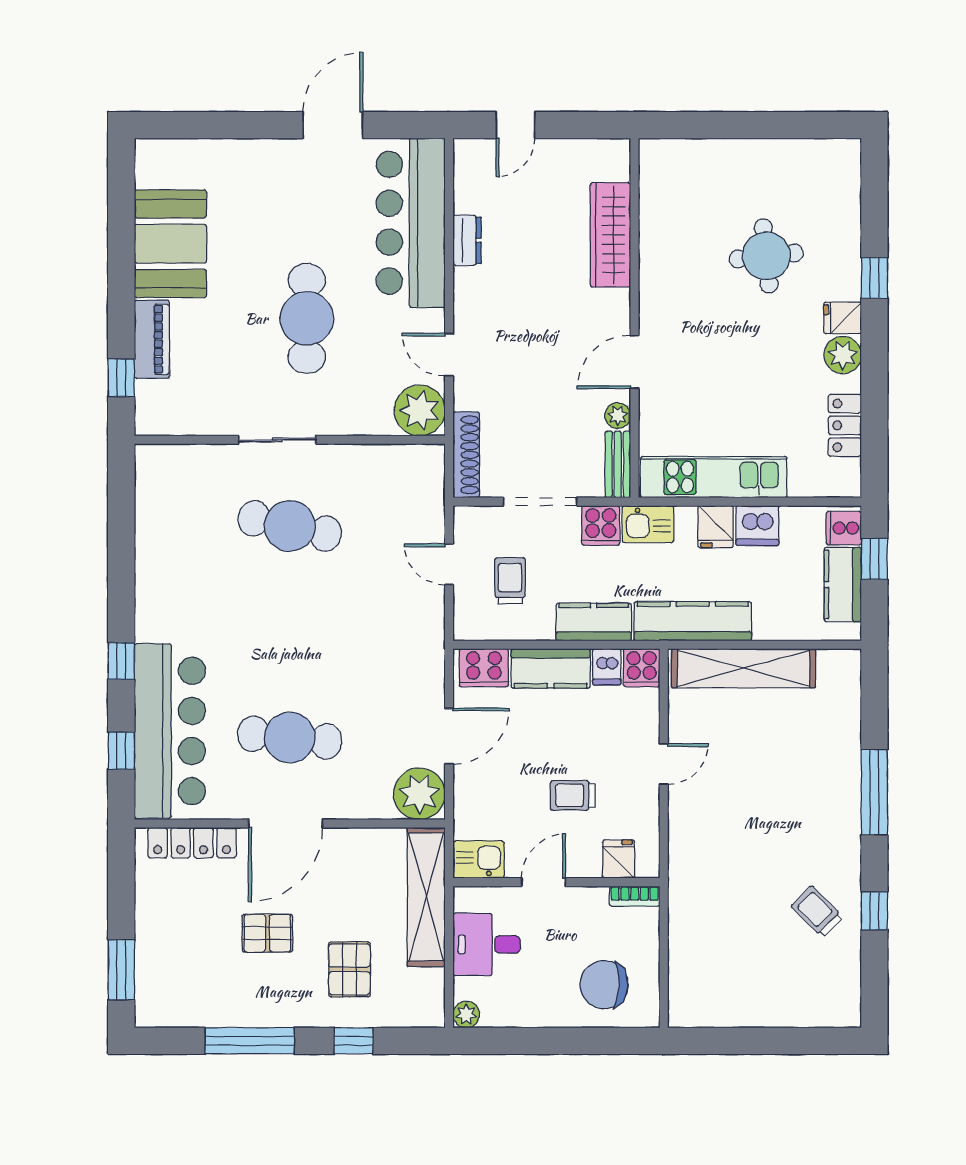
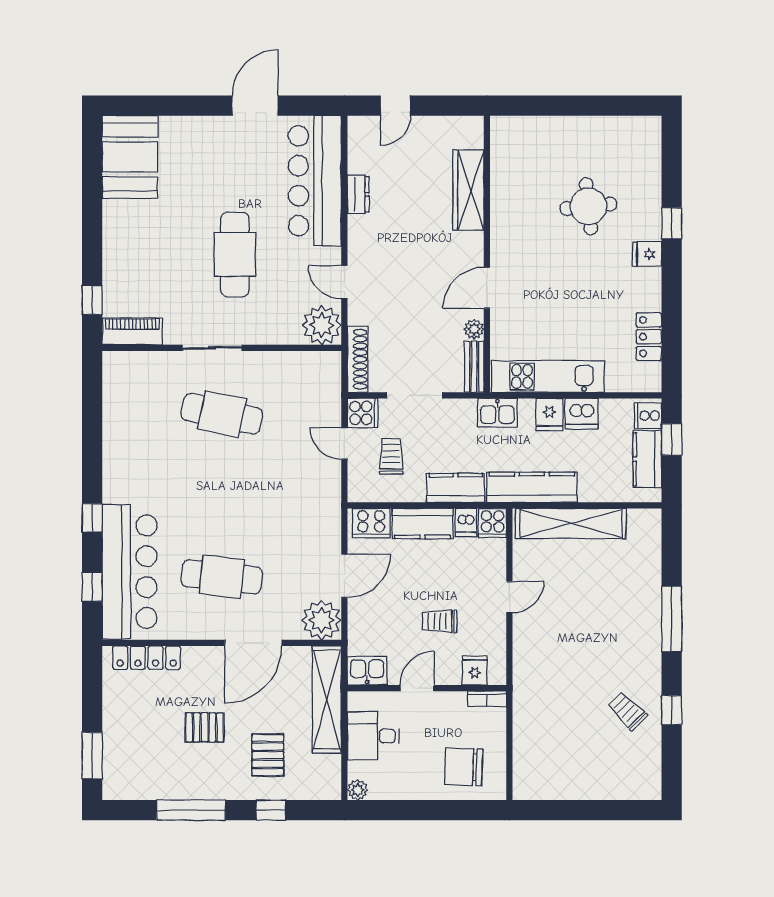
booth: (170, 244) -> (130, 157), moved
piano: (152, 339) -> (132, 331), moved, turned -90
plant: (843, 355) -> (647, 283), removed
cooker: (601, 525) -> (363, 413), moved, turned -90
door: (286, 824) -> (253, 643), moved

